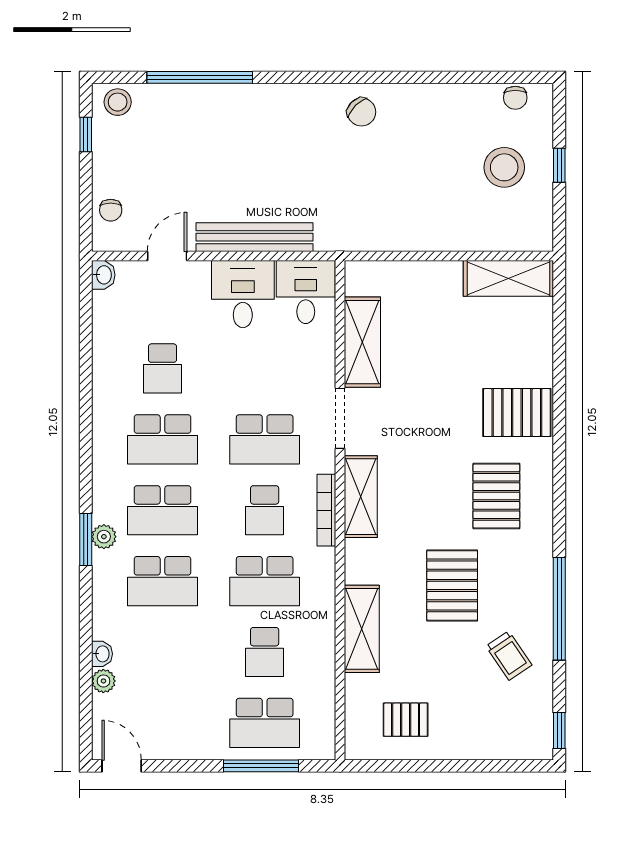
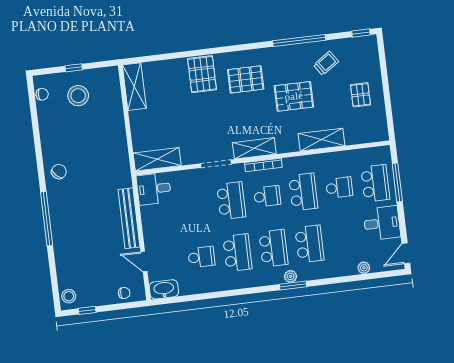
window: (200, 77) -> (47, 219), moved
washbasin: (103, 275) -> (164, 289), width x1.91, depth x1.45
desk: (243, 294) -> (382, 223), moved, turned 180
shelving: (362, 342) -> (157, 159), moved
washbasin: (102, 654) -> (350, 270), removed
pallet: (406, 720) -> (360, 95), moved

